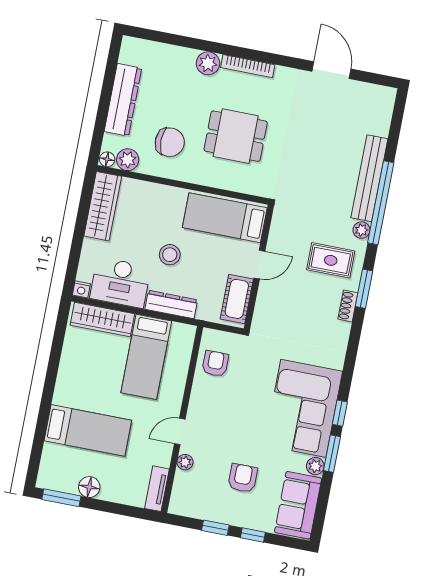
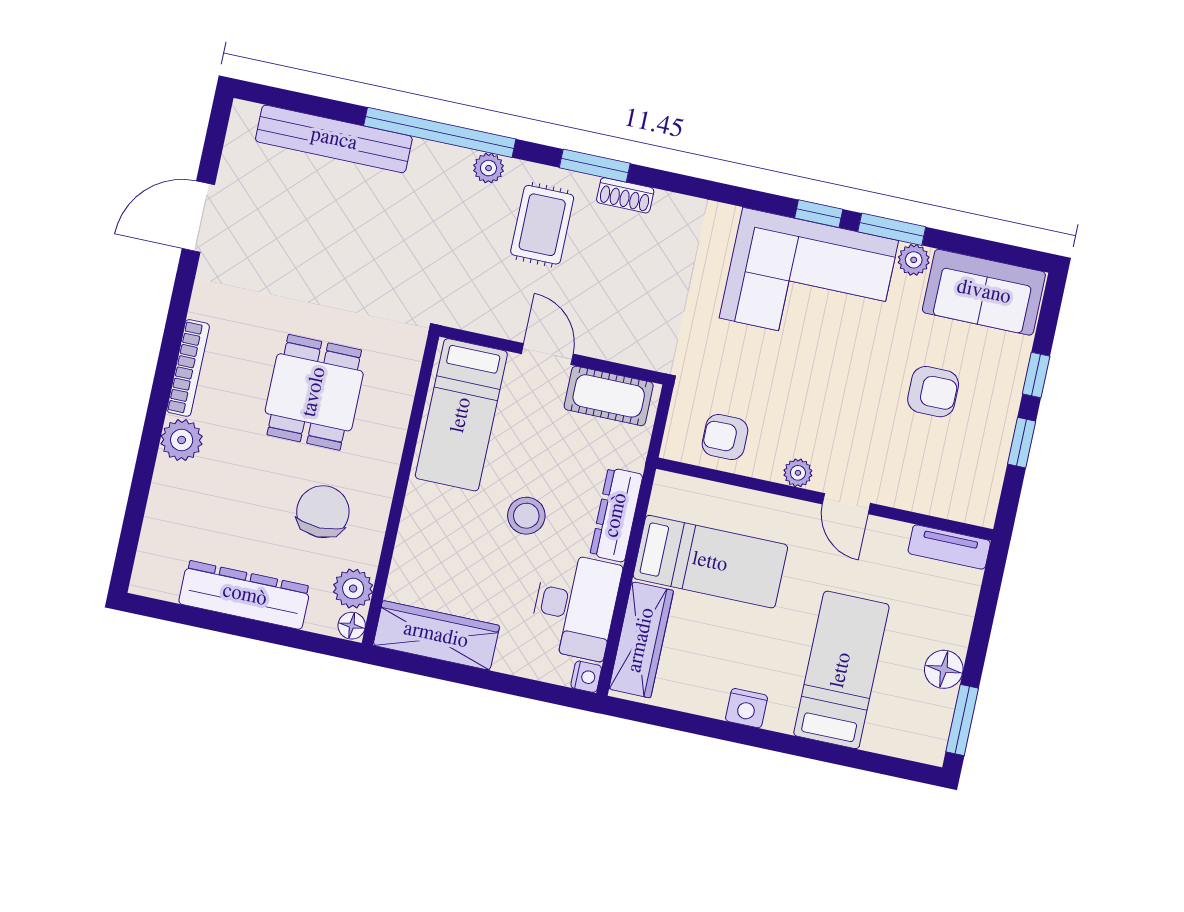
bench: (369, 178) -> (334, 139), moved
nightstand: (66, 378) -> (747, 708), added
plant: (185, 462) -> (798, 473), moved
armchair: (243, 478) -> (933, 392), turned 180

